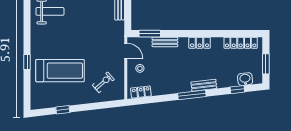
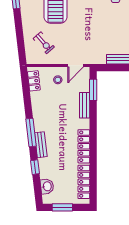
locker: (200, 43) -> (84, 146), width x1.53
window: (237, 90) -> (35, 167), moved

